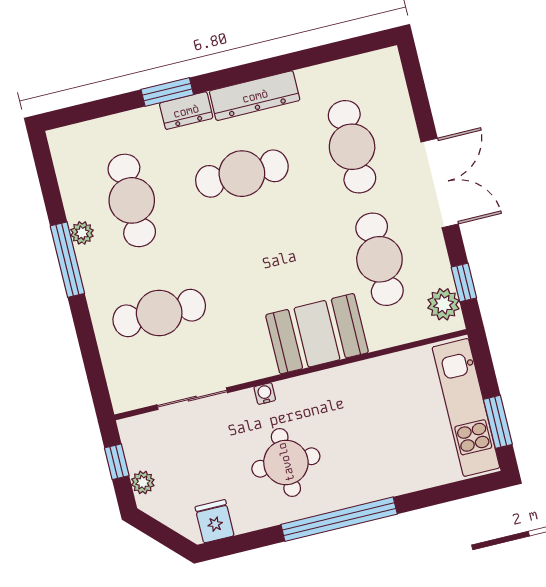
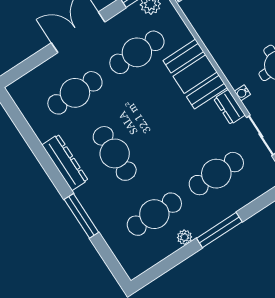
window: (167, 92) -> (81, 216), width x1.44
dresser: (186, 111) -> (229, 107), moved, turned 180
window: (67, 260) -> (219, 230), moved
cafe table: (159, 313) -> (216, 174), turned 90

